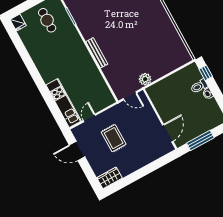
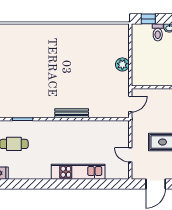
plant: (145, 79) -> (122, 64), moved
kitchen unit: (64, 103) -> (78, 172), moved

